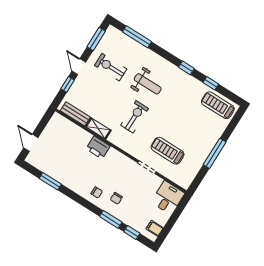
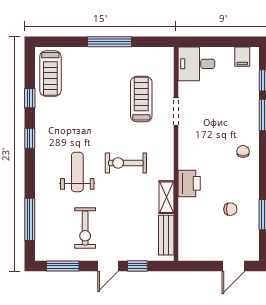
treadmill: (168, 151) -> (141, 99), turned 180
chair: (116, 198) -> (230, 209), moved

